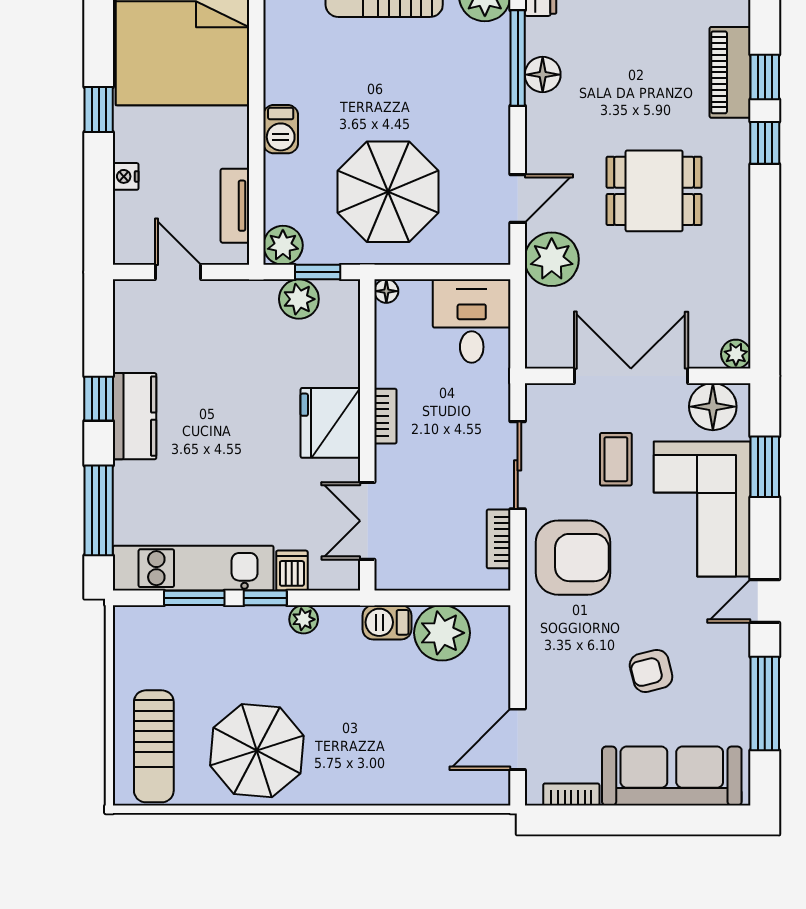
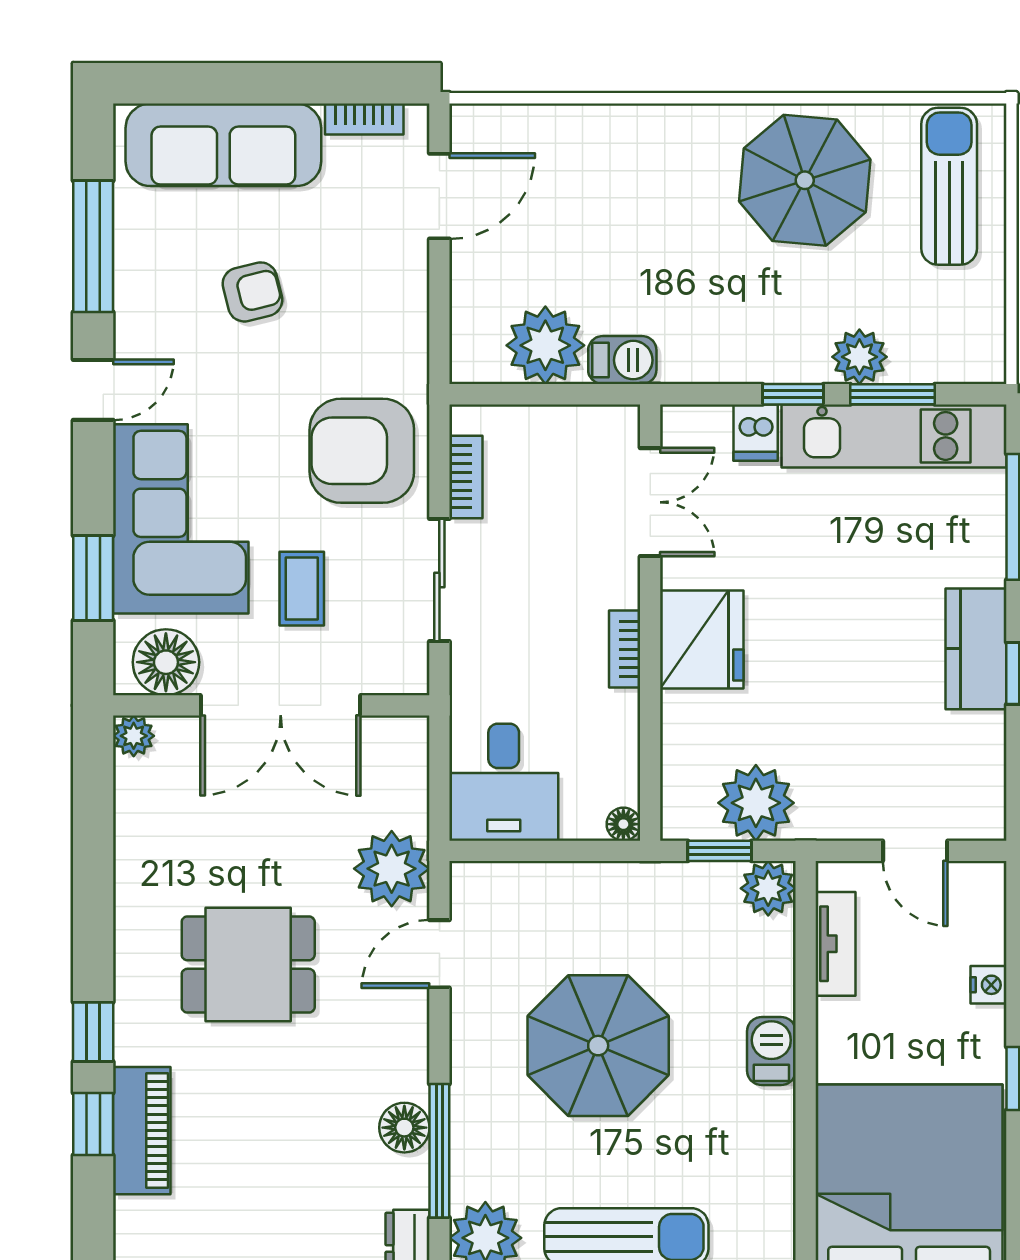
parasol: (388, 192) -> (598, 1046), moved
plant: (299, 299) -> (756, 803), width x1.36, depth x1.36
plant: (304, 619) -> (859, 357), moved, width x1.38, depth x1.38

